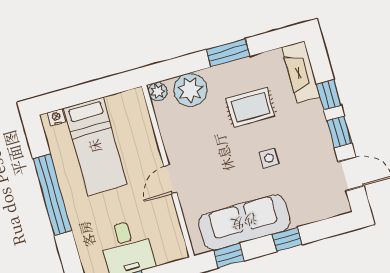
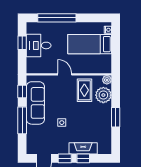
fireplace: (301, 72) -> (83, 148), moved
rug: (250, 107) -> (84, 90), moved
window: (52, 195) -> (57, 18), moved
window: (287, 239) -> (22, 120), width x2.17

